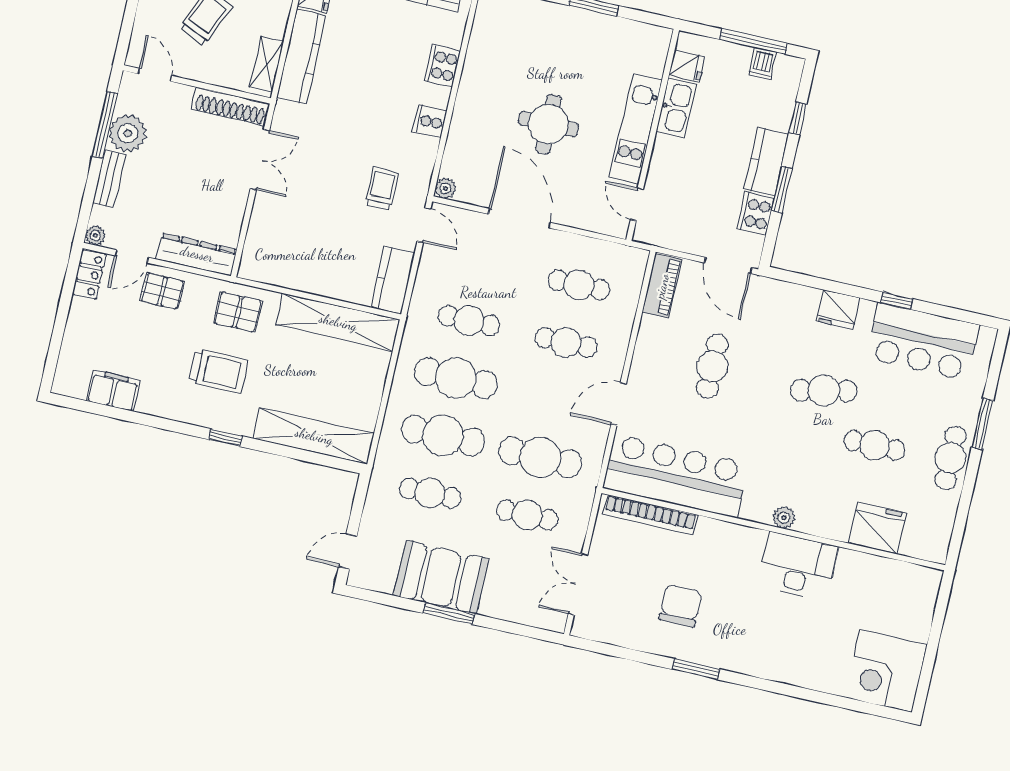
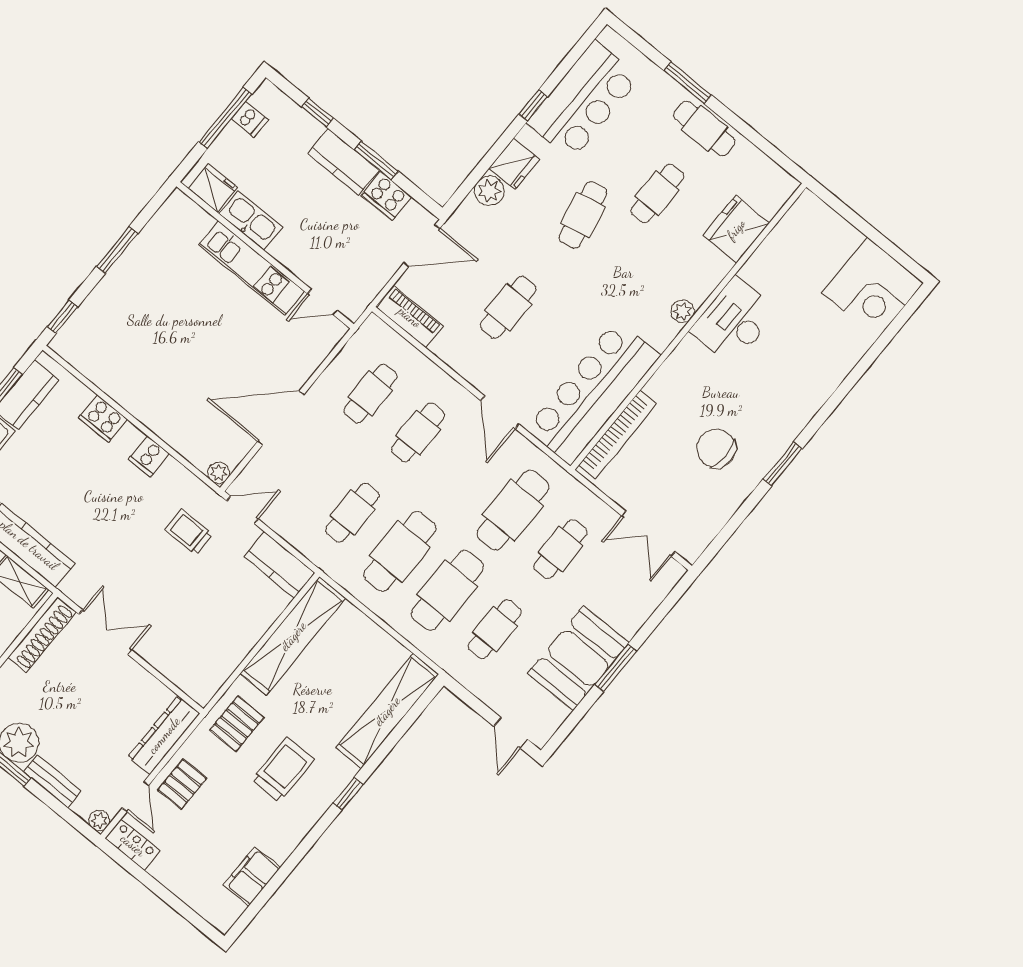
fridge: (687, 66) -> (213, 188), width x1.38
round table: (548, 124) -> (206, 347), removed
plant: (804, 300) -> (489, 191), added
cafe table: (712, 366) -> (508, 307), turned 90

